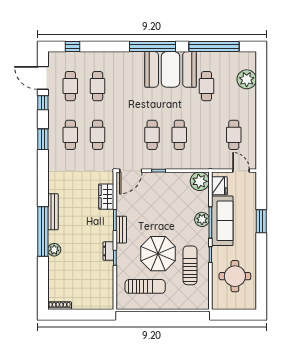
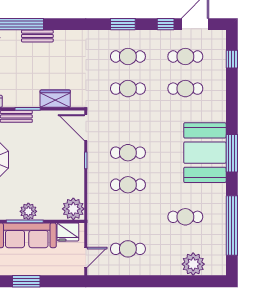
window: (153, 47) -> (232, 153), width x0.68
booth: (171, 69) -> (205, 153), moved
bench: (53, 212) -> (37, 36), width x0.73

